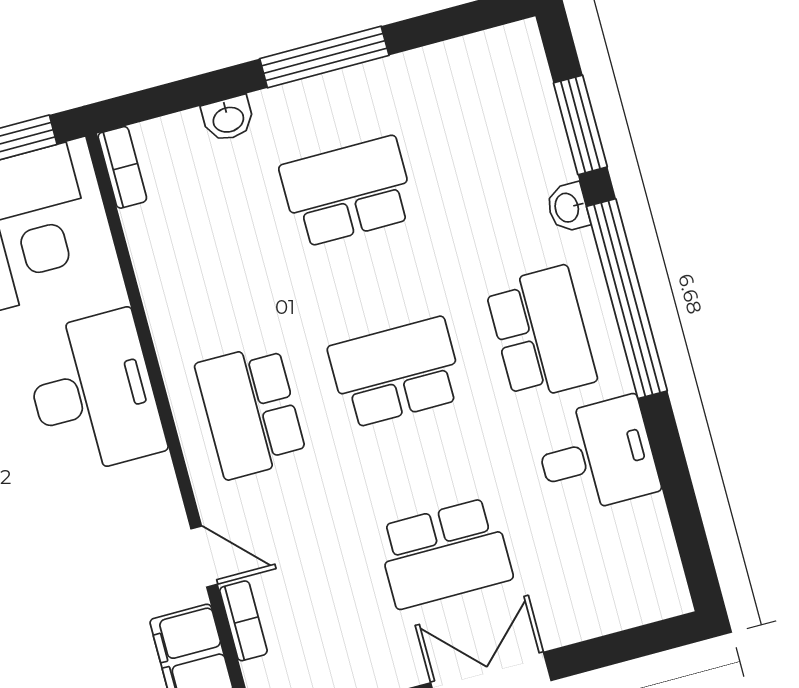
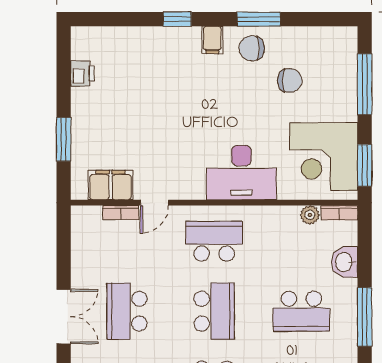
washbasin: (228, 119) -> (345, 262), width x1.38, depth x1.45
school desk: (348, 192) -> (301, 311), turned 90
plant: (143, 227) -> (310, 215), added

